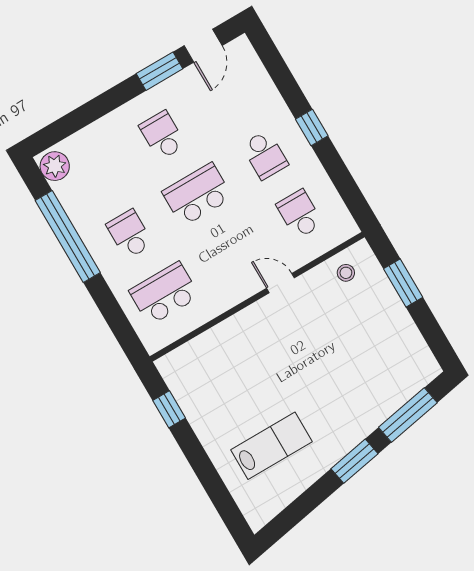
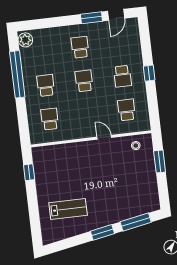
school desk: (197, 195) -> (84, 81), width x0.54
school desk: (164, 293) -> (50, 119), width x0.54

